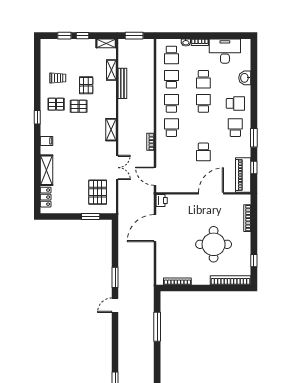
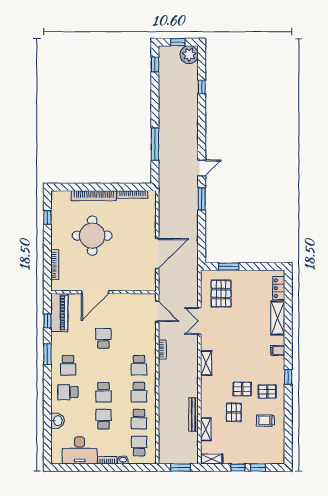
printer: (162, 200) -> (150, 284), removed
bookcase: (231, 280) -> (94, 196), moved

